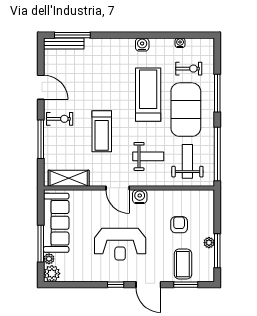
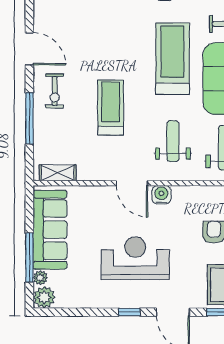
exercise bike: (60, 119) -> (55, 91), turned 90
treadmill: (102, 131) -> (111, 108), turned 180
weight bench: (148, 156) -> (173, 141), turned -90
shelving: (69, 178) -> (58, 173), width x0.67, depth x0.75
reception desk: (120, 244) -> (135, 258), turned 180

